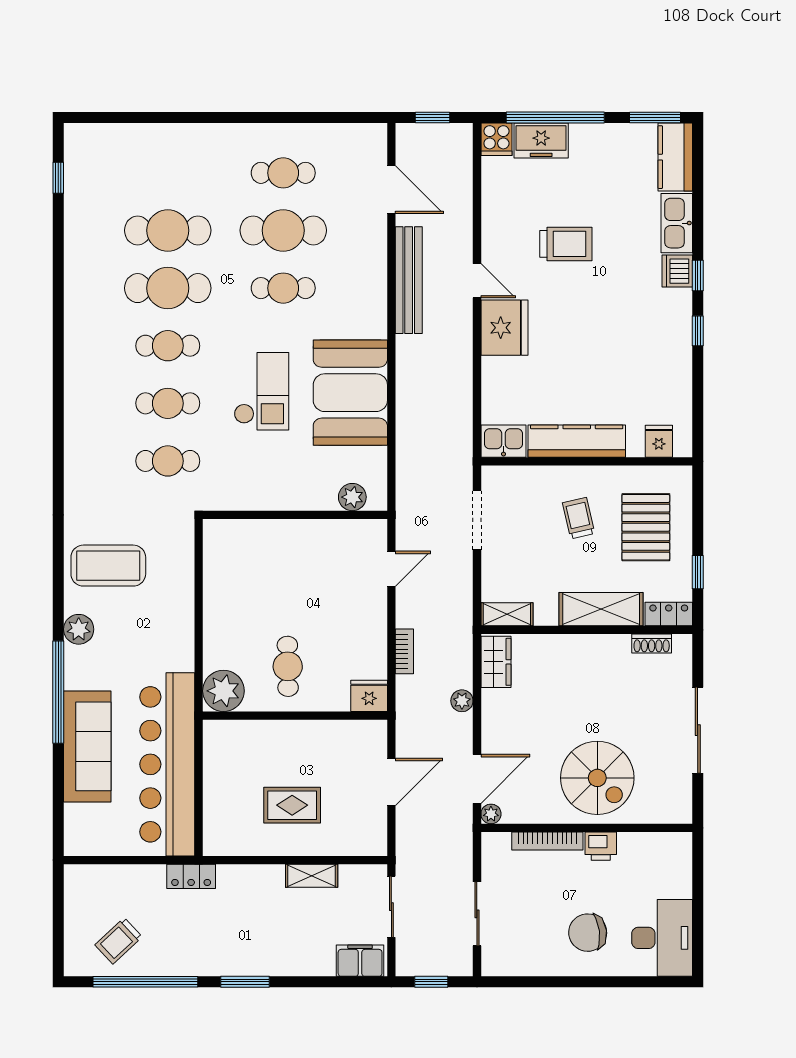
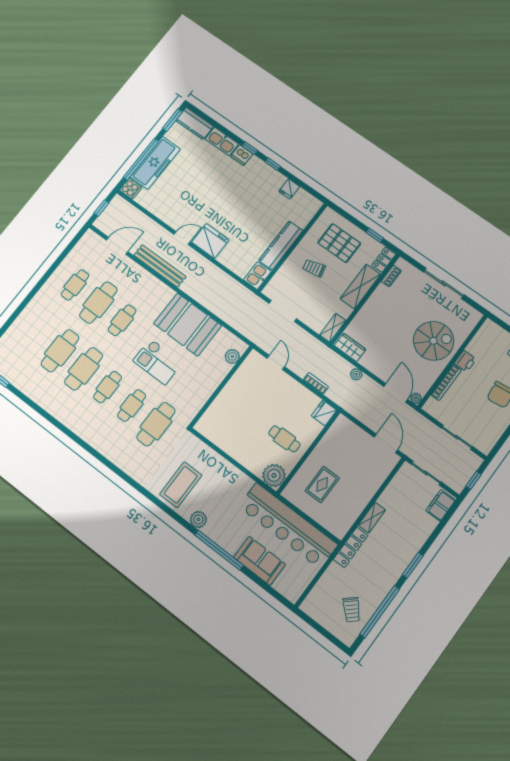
freezer: (541, 140) -> (155, 163), width x1.91, depth x1.26
trolley: (566, 244) -> (195, 191), removed
checkout: (261, 391) -> (158, 362), turned 180
fridge: (659, 441) -> (289, 189), moved, turned -90
cafe table: (168, 461) -> (156, 424), width x1.37, depth x1.35
sofa: (87, 746) -> (260, 561), width x0.73
door: (391, 782) -> (386, 443), moved
rug: (292, 805) -> (322, 484), moved
locker: (191, 876) -> (351, 547), width x1.53
shelving: (312, 876) -> (372, 518), moved

